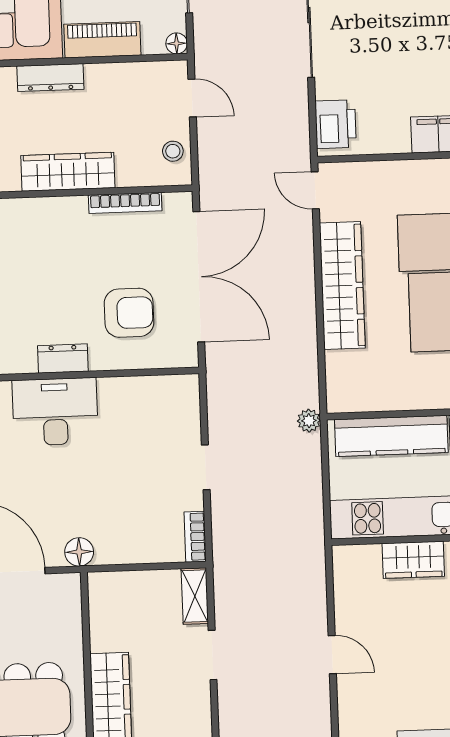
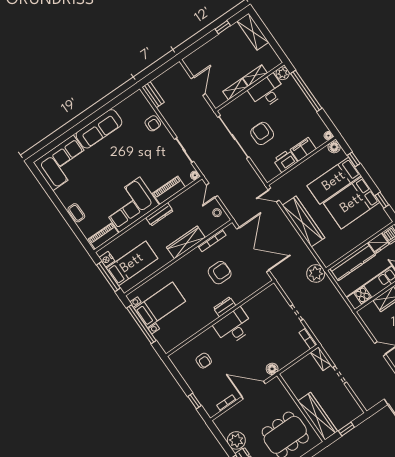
armchair: (373, 46) -> (262, 133), added
door: (192, 98) -> (212, 190), swing flipped
printer: (336, 124) -> (285, 161), moved, turned -90
armchair: (129, 313) -> (220, 273), moved
plant: (309, 421) -> (316, 273), width x1.87, depth x1.87

